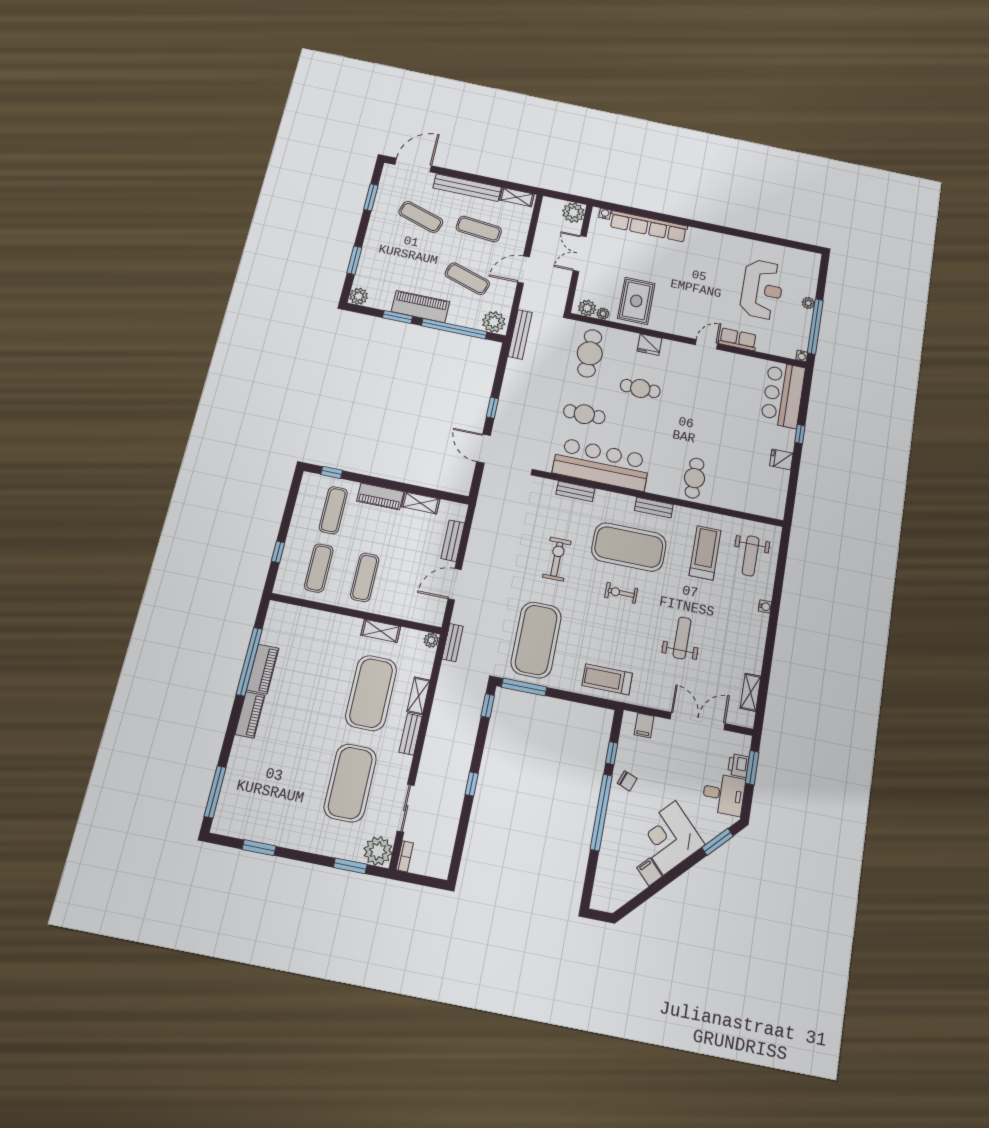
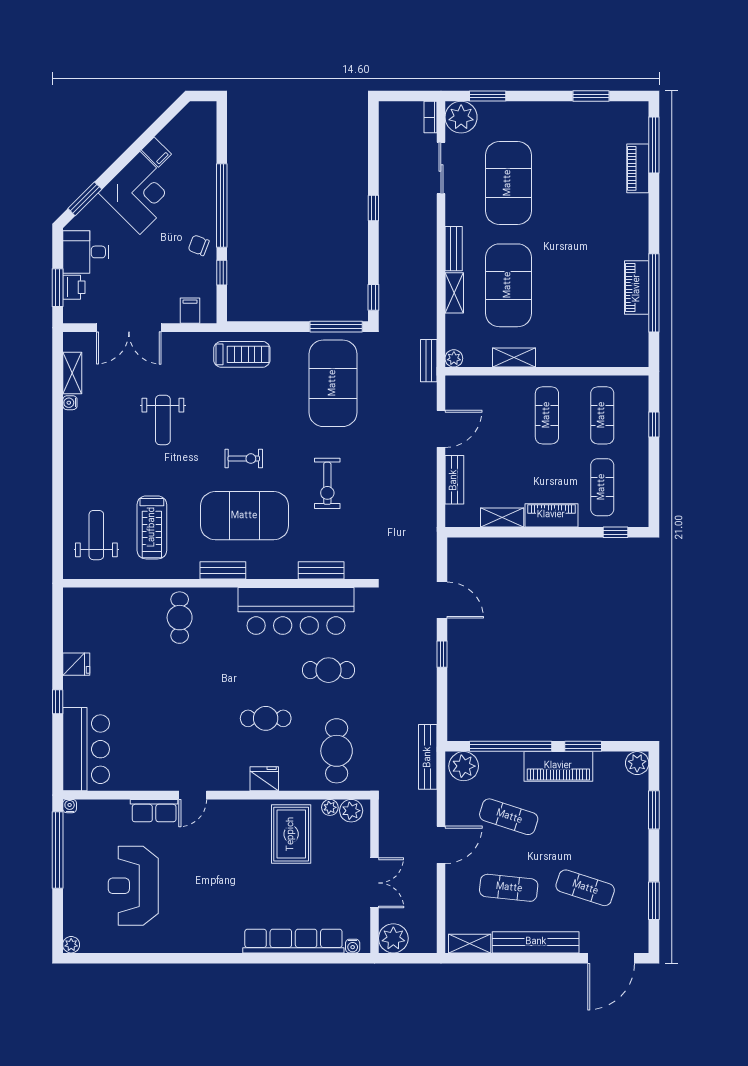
plant: (808, 303) -> (71, 945), moved
water cooler: (765, 607) -> (70, 403), moved
piano: (250, 715) -> (638, 168), moved

